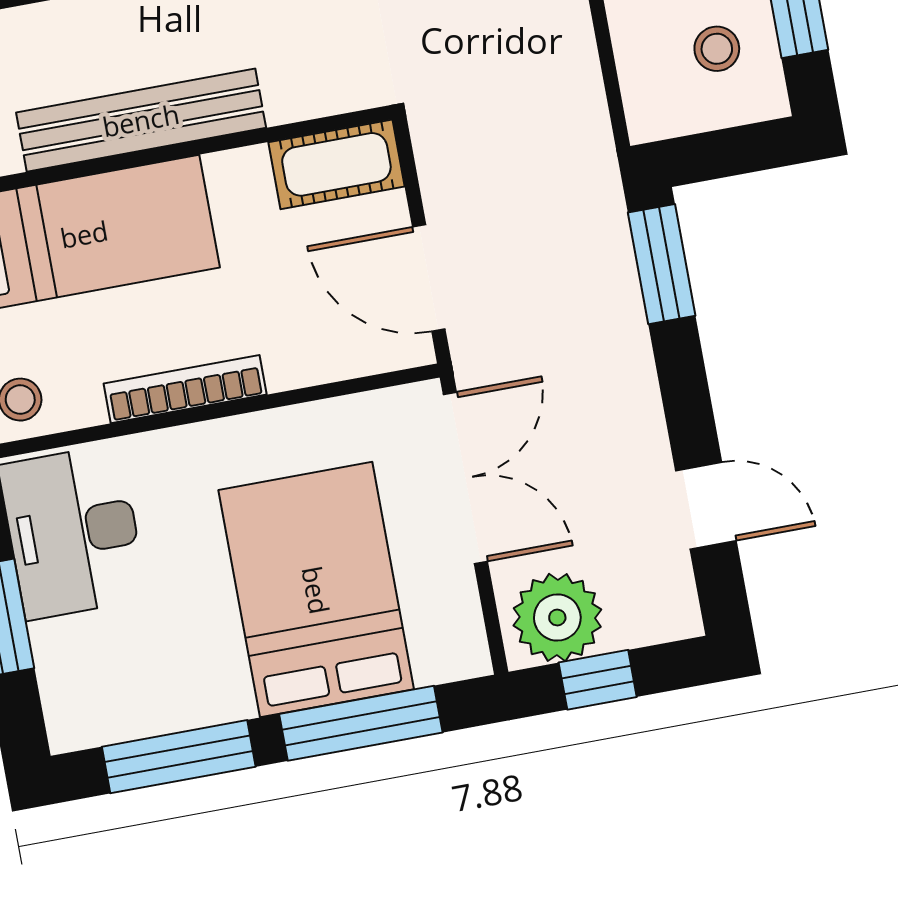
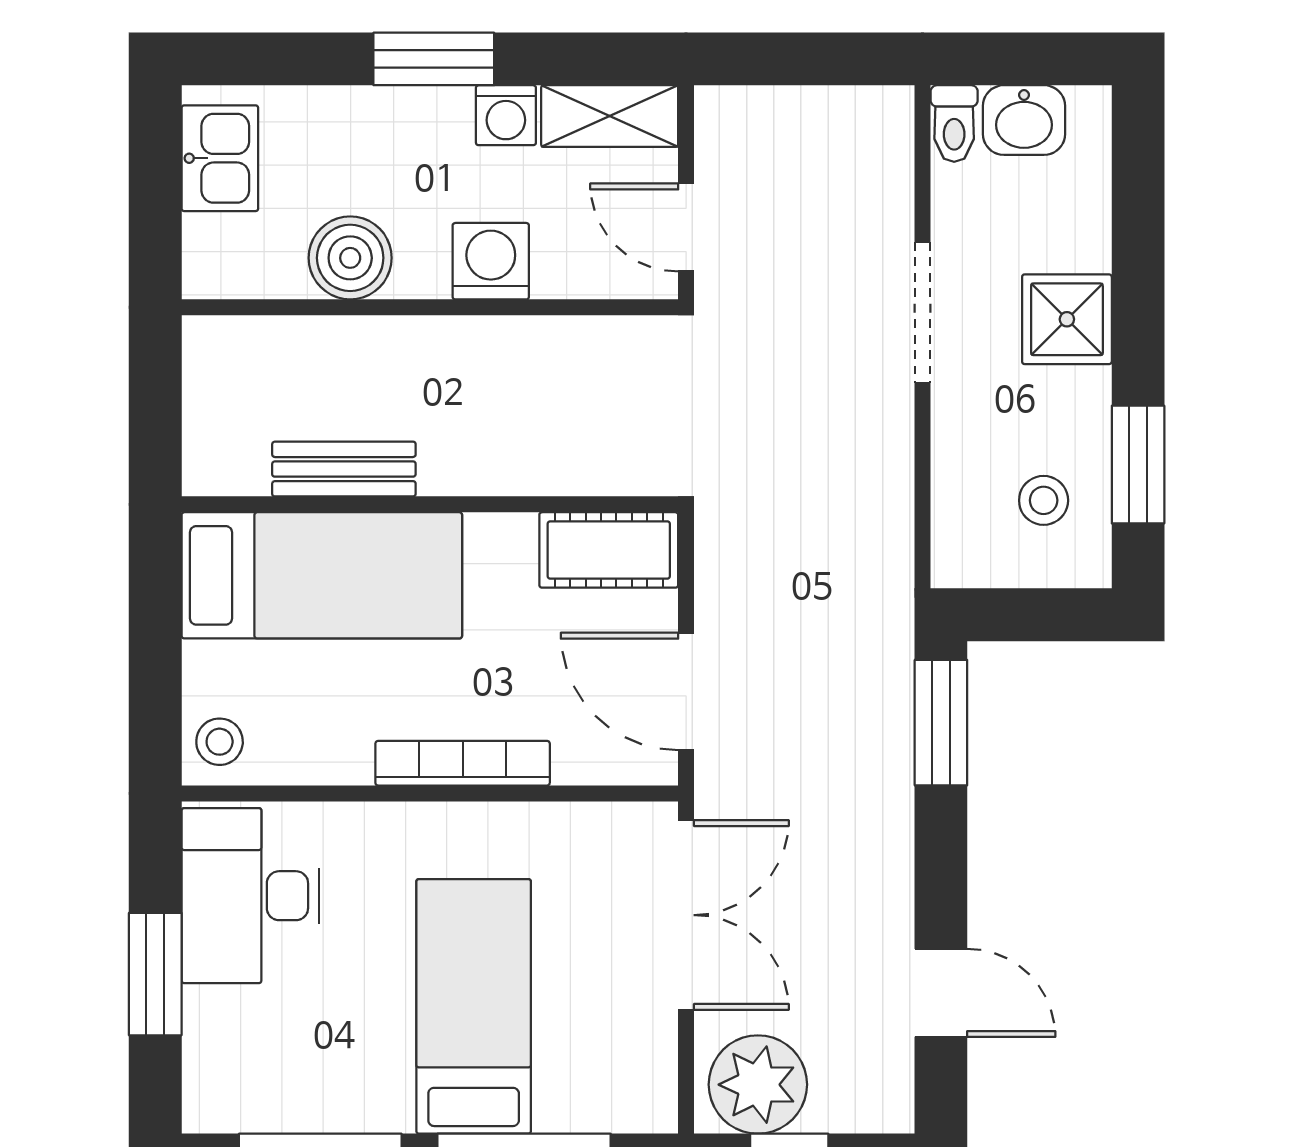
bench: (141, 120) -> (344, 469), width x0.54, depth x0.82
bookcase: (185, 389) -> (463, 763), moved
bed: (316, 590) -> (474, 1006), width x0.67

